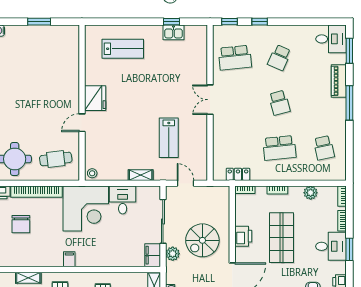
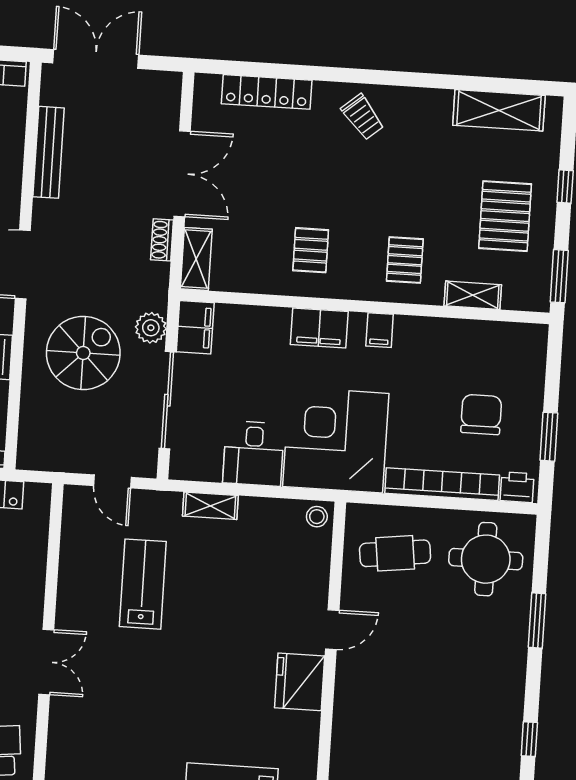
filing cabinet: (97, 259) -> (319, 328), added

